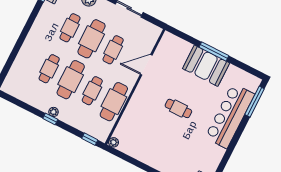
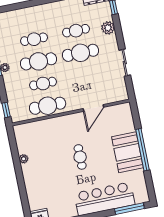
cafe table: (113, 50) -> (85, 75), removed
window: (214, 51) -> (142, 150), width x1.46
door: (146, 65) -> (93, 108), swing flipped
plant: (114, 142) -> (24, 159), moved

